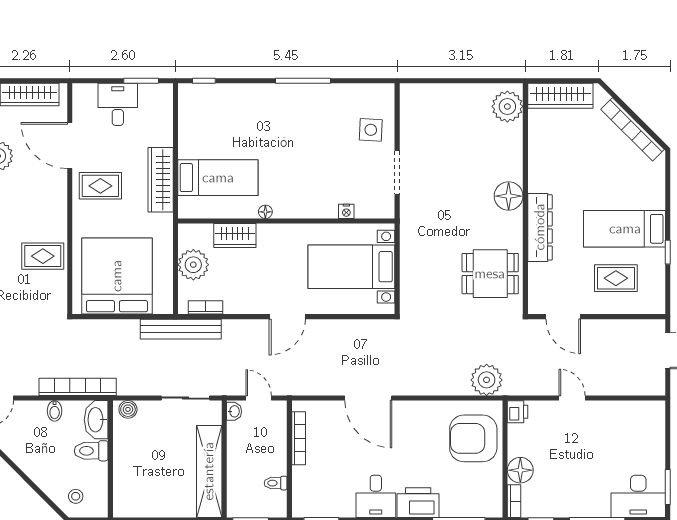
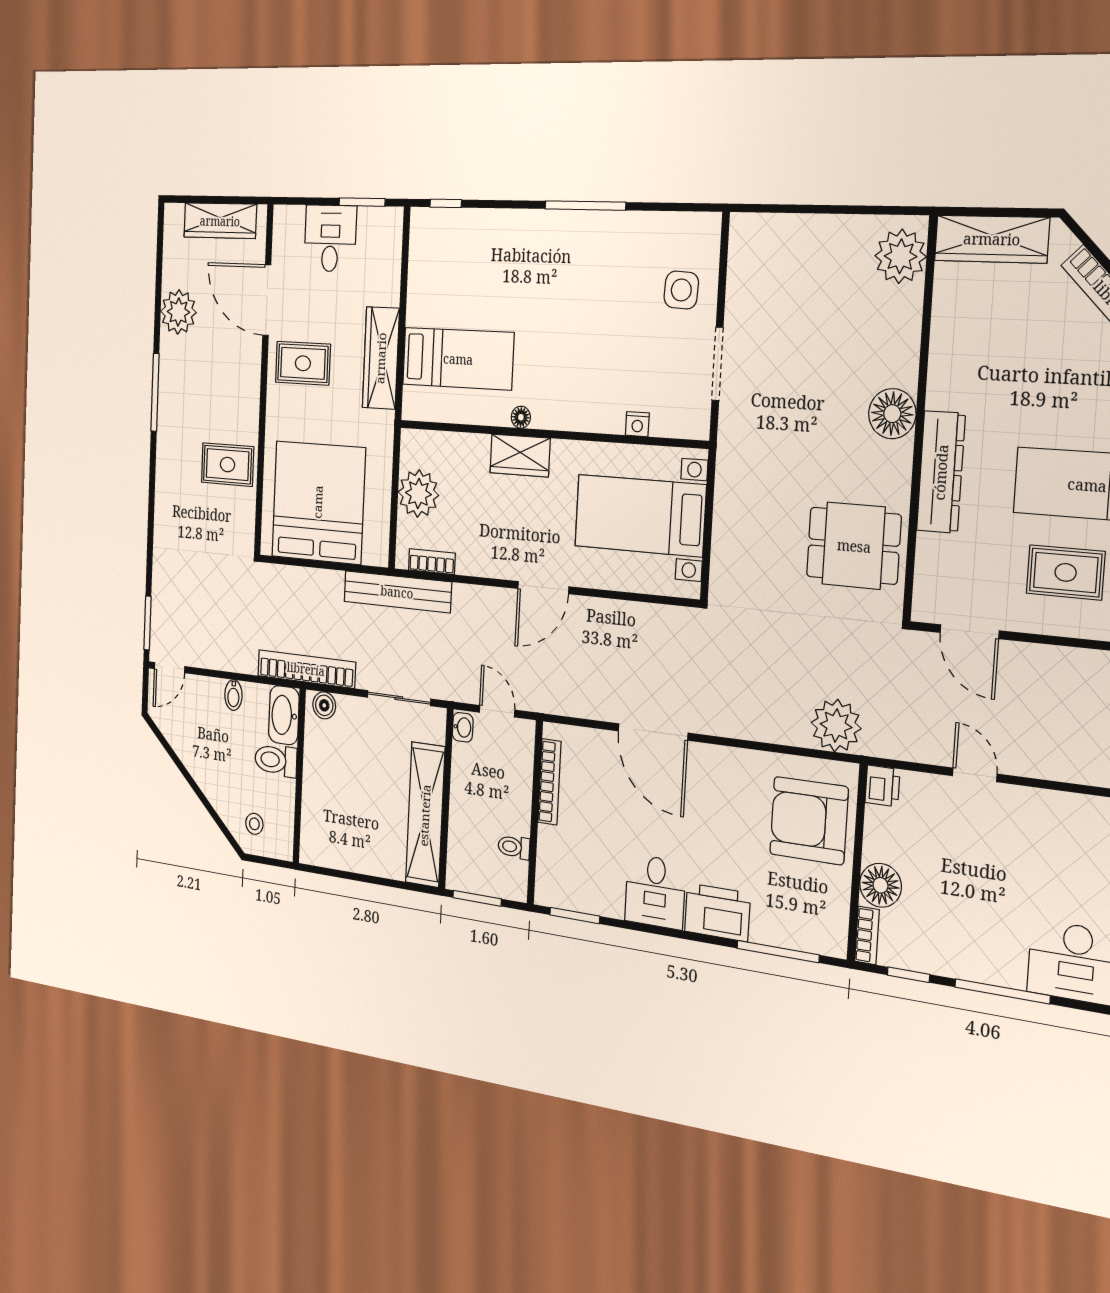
wardrobe: (235, 236) -> (520, 455), moved
bookcase: (78, 387) -> (306, 669), moved

